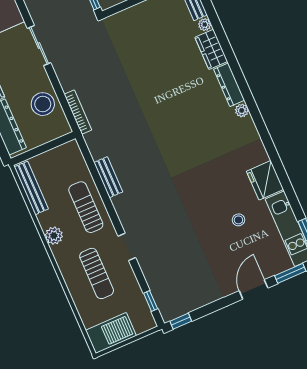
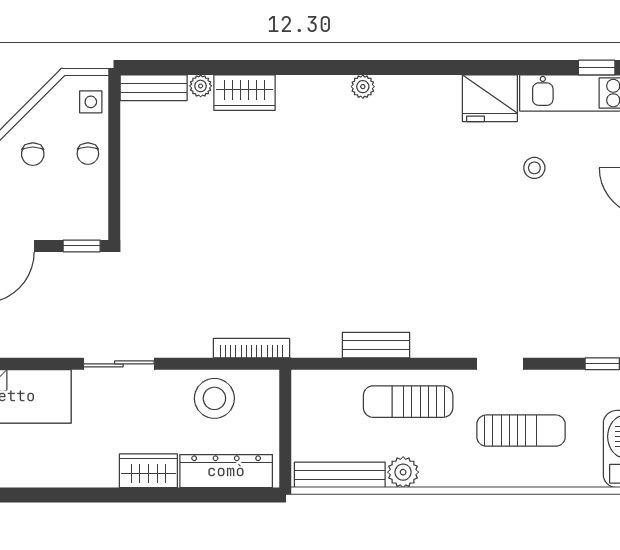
dresser: (229, 85) -> (313, 89), removed
plant: (54, 236) -> (403, 472), moved

